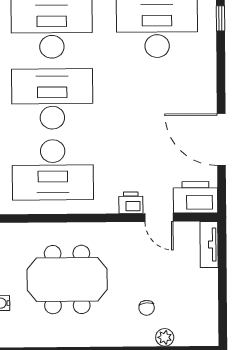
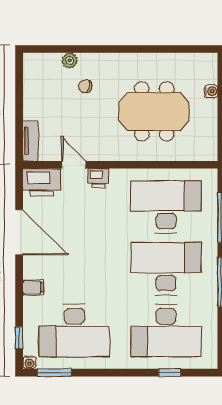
filing cabinet: (205, 76) -> (33, 287), added
desk: (52, 99) -> (166, 269), turned 180
chair: (147, 308) -> (85, 86), turned -71

